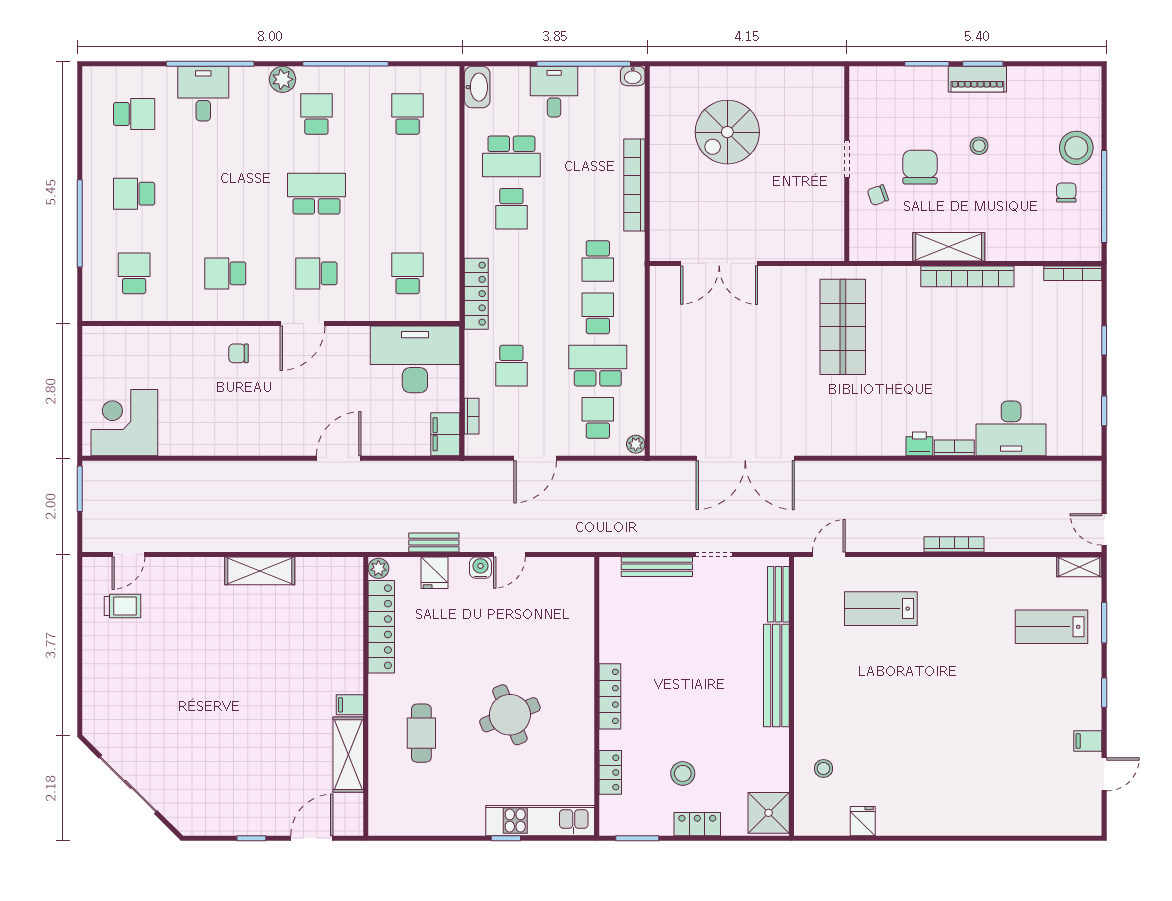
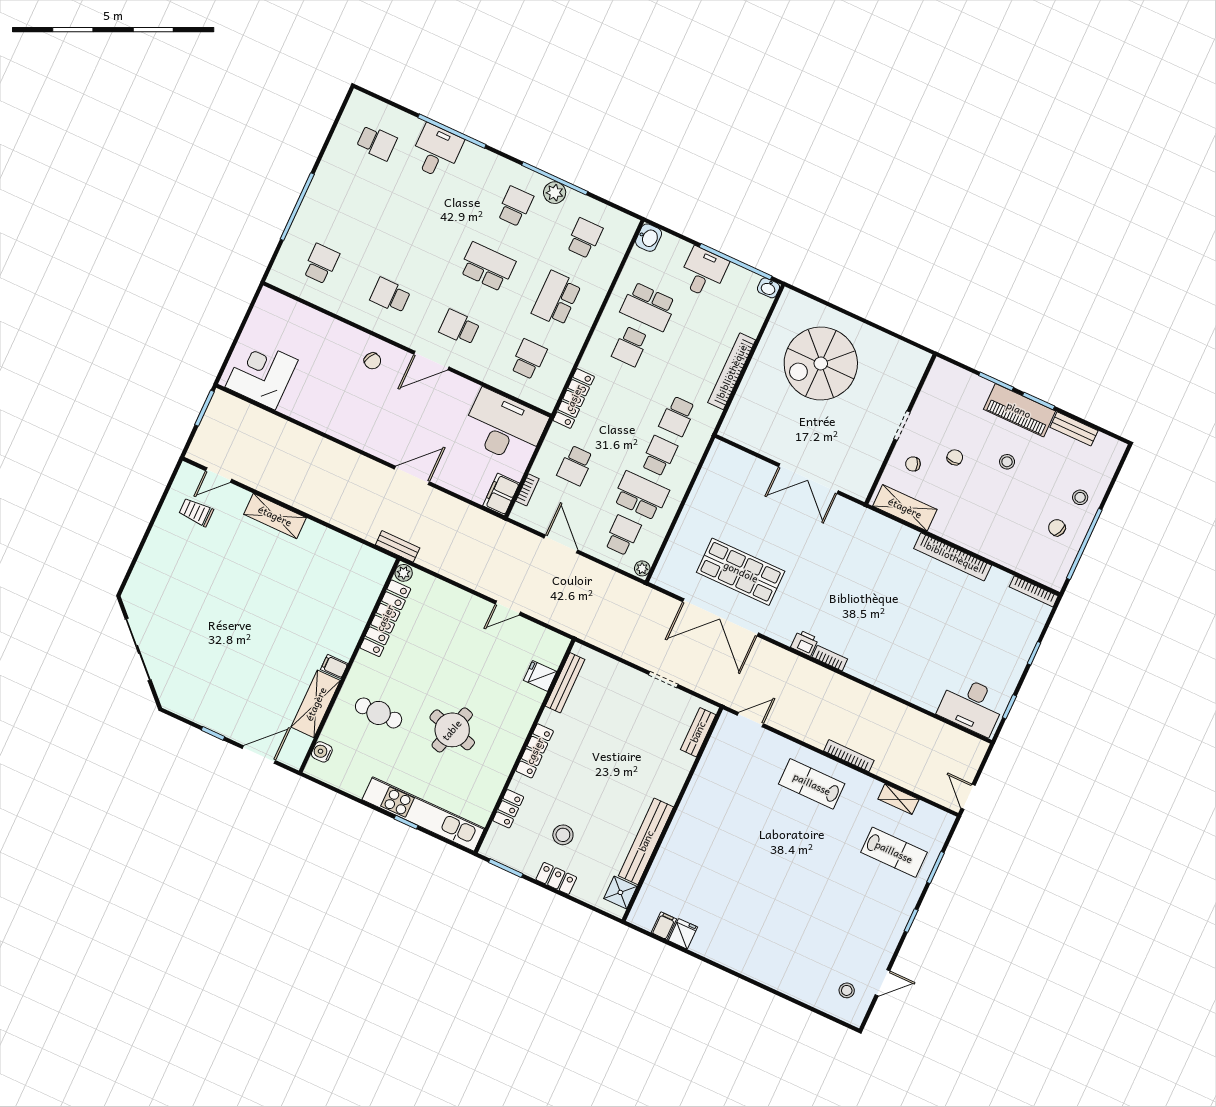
bench: (1035, 77) -> (1074, 429), added
plant: (283, 79) -> (555, 193), moved
piano: (977, 79) -> (1019, 410), width x1.37, depth x1.33
washbasin: (477, 87) -> (649, 238), width x0.72
spiral stairs: (727, 132) -> (821, 363), width x1.37, depth x1.37
stool: (1076, 148) -> (1080, 497), width x0.53, depth x0.53
chair: (920, 167) -> (955, 457), width x0.54, depth x0.54
chair: (1066, 193) -> (1057, 528), turned -69
school desk: (134, 194) -> (556, 299), moved, width x1.85
shelving: (949, 247) -> (905, 508), moved
double door: (719, 263) -> (808, 479), moved
shop shelf: (843, 327) -> (741, 572), moved, turned 90
chair: (239, 353) -> (372, 361), turned -152
desk: (1011, 428) -> (972, 705), moved
printer: (919, 444) -> (805, 643), moved
bookcase: (954, 448) -> (830, 658), moved
door: (535, 458) -> (561, 544), swing flipped
bench: (434, 542) -> (398, 546), moved
bench: (657, 567) -> (565, 683), moved, turned 90
shelving: (1079, 567) -> (898, 799), moved
water cooler: (480, 568) -> (322, 752), moved, turned -90
shelving: (260, 571) -> (275, 516), moved
fridge: (435, 573) -> (540, 676), moved, turned 90
trolley: (123, 606) -> (196, 512), turned 180
lab bench: (881, 609) -> (812, 784), moved
lab bench: (1051, 627) -> (894, 852), turned 180
bench: (776, 676) -> (646, 841), moved
round table: (510, 715) -> (452, 730), turned 38
cafe table: (421, 733) -> (379, 713), turned 90
filing cabinet: (1088, 741) -> (664, 926), moved, turned 90
stool: (824, 768) -> (847, 990), moved
shower: (769, 813) -> (620, 892), width x0.73, depth x0.73
kitchen unit: (540, 821) -> (423, 814), width x1.36

